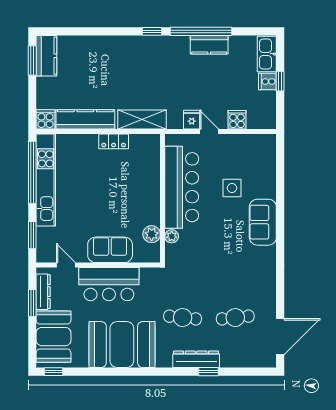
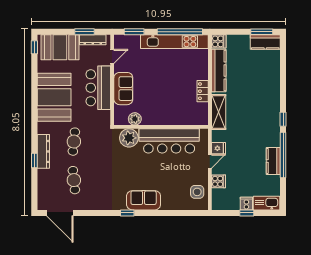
side table: (232, 188) -> (197, 192), moved
plant: (172, 236) -> (129, 138), width x1.87, depth x1.87
window: (280, 245) -> (127, 213), added

